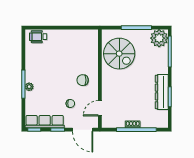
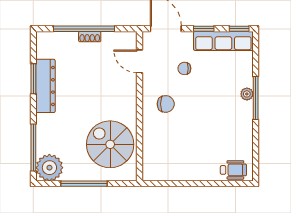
door: (100, 108) -> (139, 61), swing flipped

